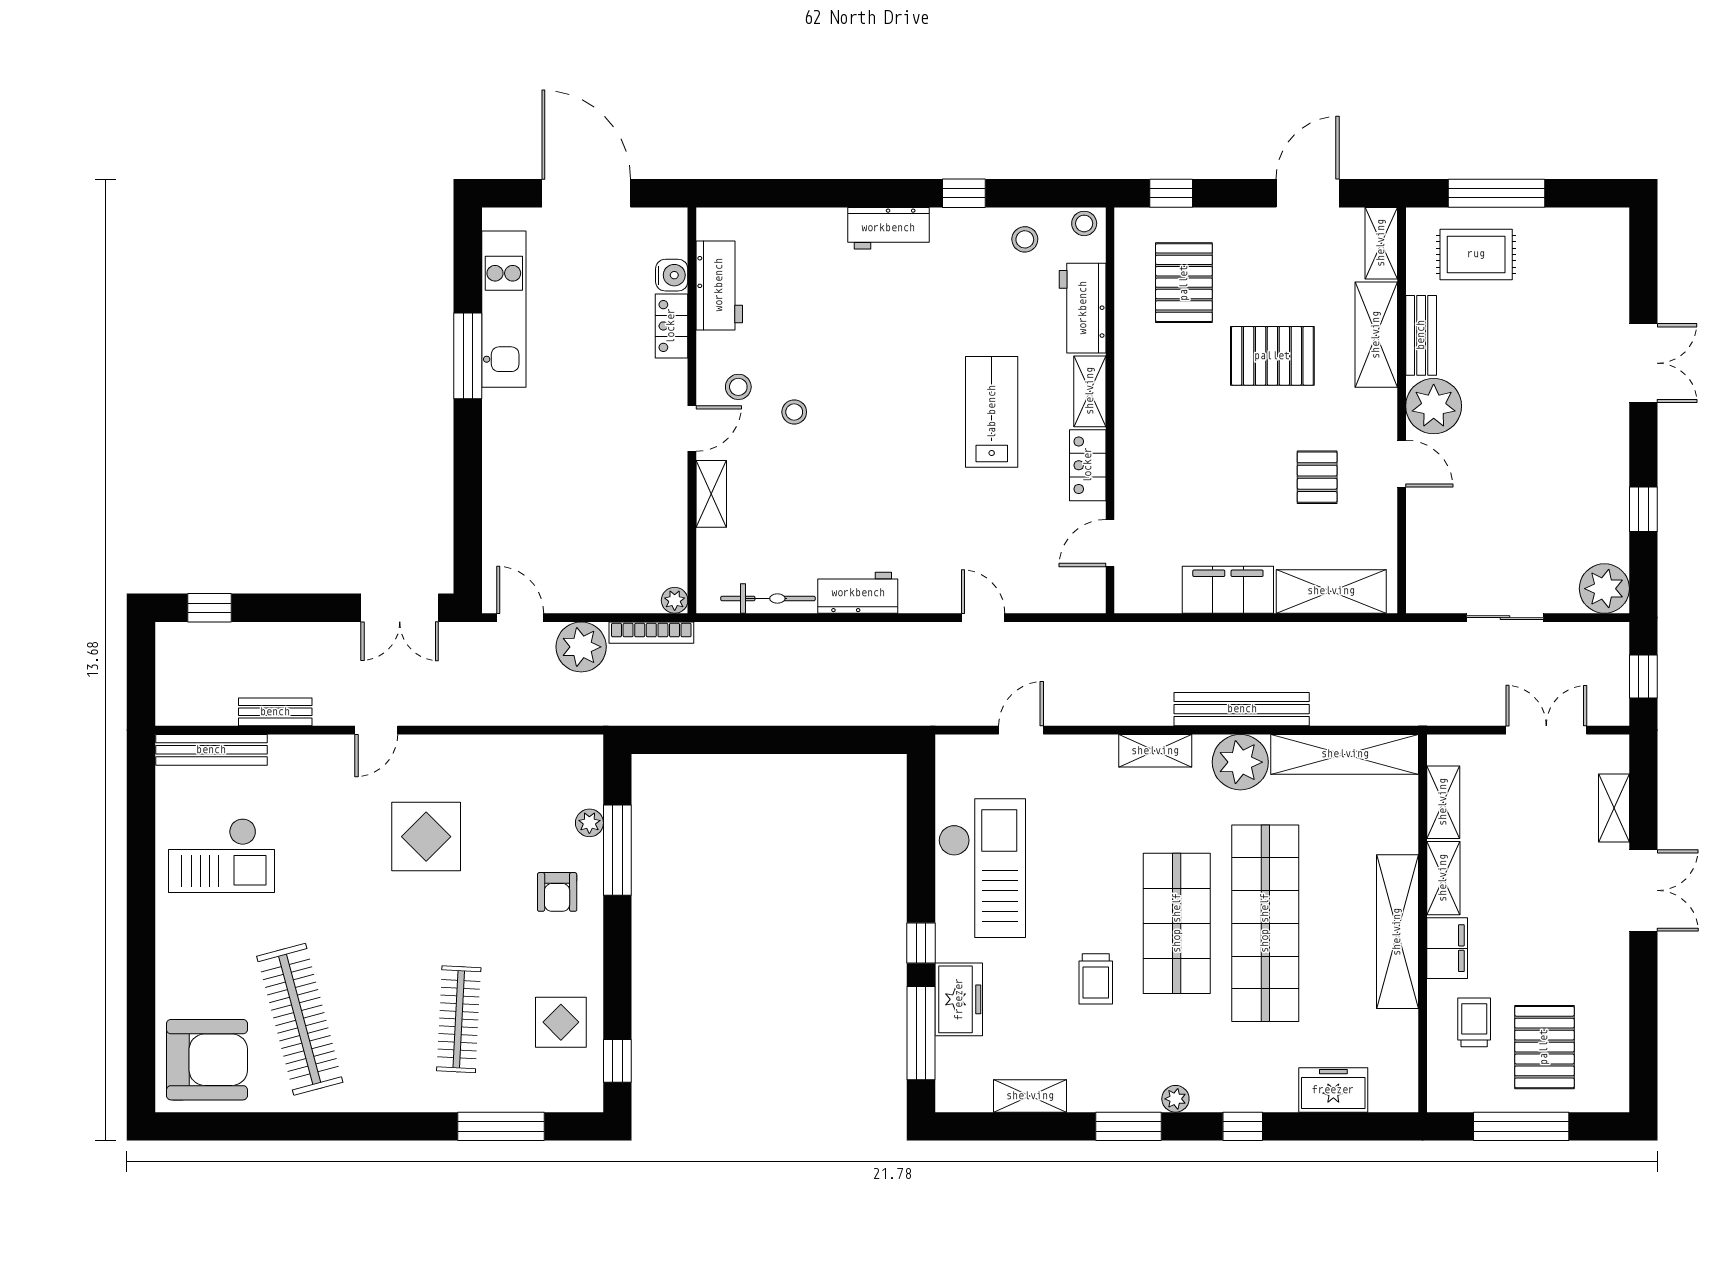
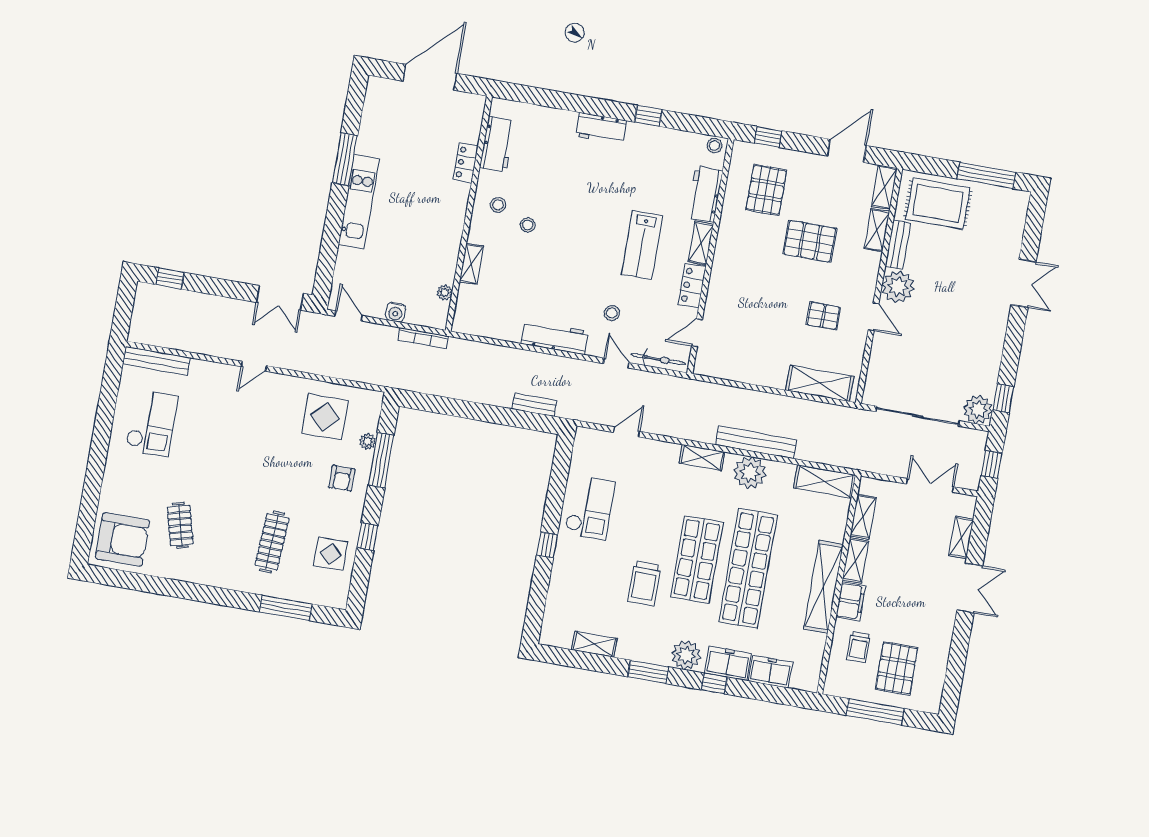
door: (586, 193) -> (430, 77), hinge flipped
window: (1496, 193) -> (986, 175), moved
stool: (1025, 239) -> (612, 313), moved
rug: (1476, 254) -> (938, 203), width x1.36, depth x1.43
water cooler: (672, 275) -> (395, 312), moved, turned 90
kitchen unit: (504, 309) -> (359, 202), moved
shelving: (1376, 335) -> (877, 230), width x0.67, depth x0.75
lab bench: (992, 412) -> (642, 245), turned 180
door: (692, 429) -> (467, 224), removed
pallet: (1317, 477) -> (823, 316), turned 90
window: (1643, 509) -> (1003, 398), moved
filing cabinet: (1228, 590) -> (760, 372), removed
workbench: (858, 593) -> (555, 337), width x1.38
bicycle: (768, 598) -> (658, 359), moved
plant: (675, 600) -> (445, 293), moved
sliding door: (1505, 618) -> (918, 416), width x1.86
plant: (581, 647) -> (381, 339), removed
bench: (275, 712) -> (535, 405), moved
shelving: (1345, 754) -> (825, 481), width x0.68
display table: (426, 837) -> (325, 417), moved
checkout: (221, 855) -> (152, 423), turned -90
checkout: (982, 868) -> (590, 508), width x0.73, depth x0.83
trolley: (1096, 979) -> (644, 583), width x1.36, depth x1.39
freezer: (959, 999) -> (728, 663), moved, turned -90
clothes rail: (300, 1019) -> (180, 526), width x0.54, depth x0.76
trolley: (1474, 1022) -> (859, 647), turned 180
window: (921, 1033) -> (538, 597), removed
window: (617, 1061) -> (368, 537), moved
plant: (1175, 1099) -> (686, 655), width x1.87, depth x1.87

